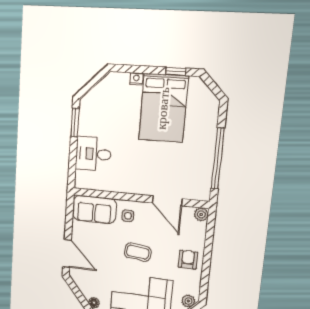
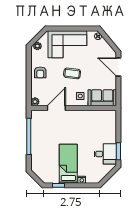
bed: (163, 108) -> (68, 164), width x0.67
desk: (93, 154) -> (105, 154), moved
door: (167, 201) -> (56, 108), hinge flipped

